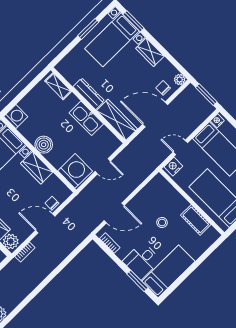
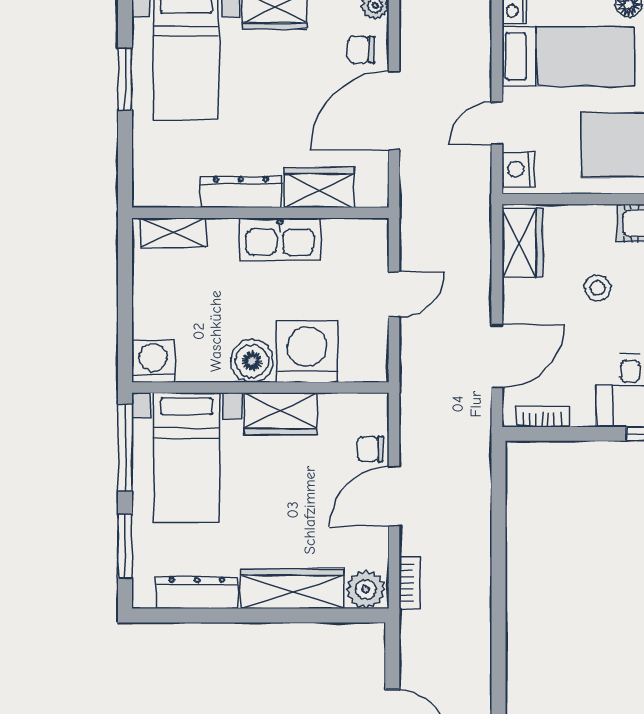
wardrobe: (117, 120) -> (319, 187), width x0.67
washing machine: (75, 171) -> (307, 352), moved
wardrobe: (153, 188) -> (522, 243), added

